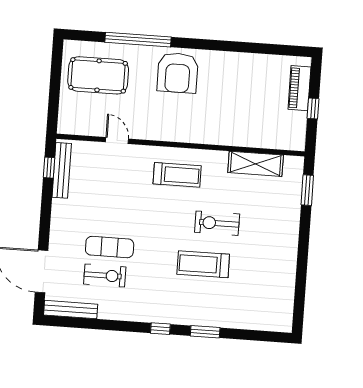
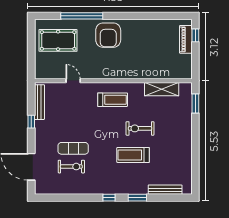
window: (313, 108) -> (195, 35), moved
window: (49, 168) -> (31, 122), moved
bench: (71, 310) -> (165, 190), moved

